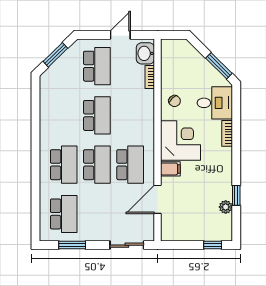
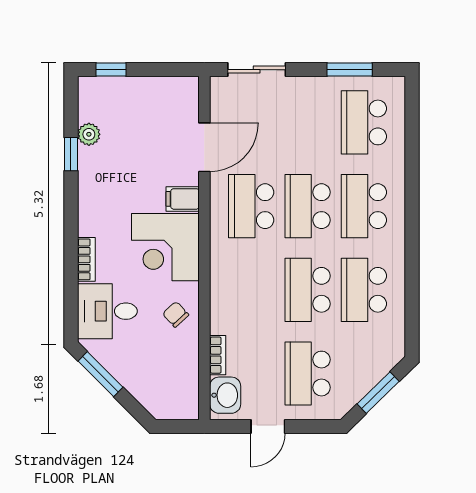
school desk: (64, 115) -> (364, 290), added

